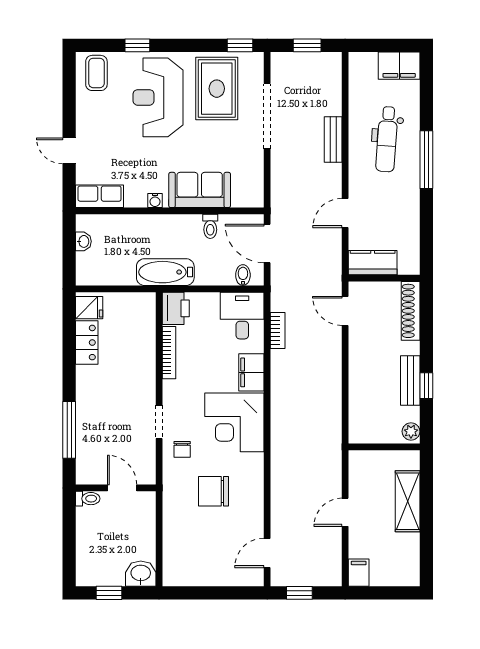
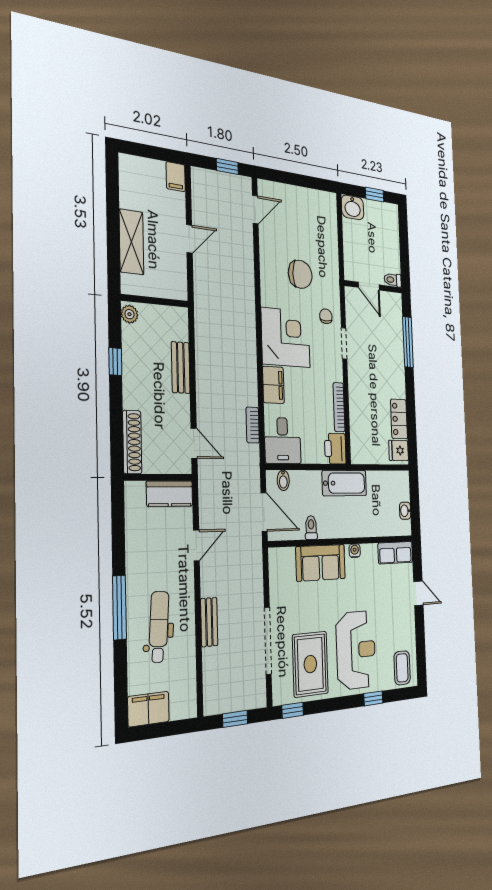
bench: (410, 380) -> (181, 368), moved

